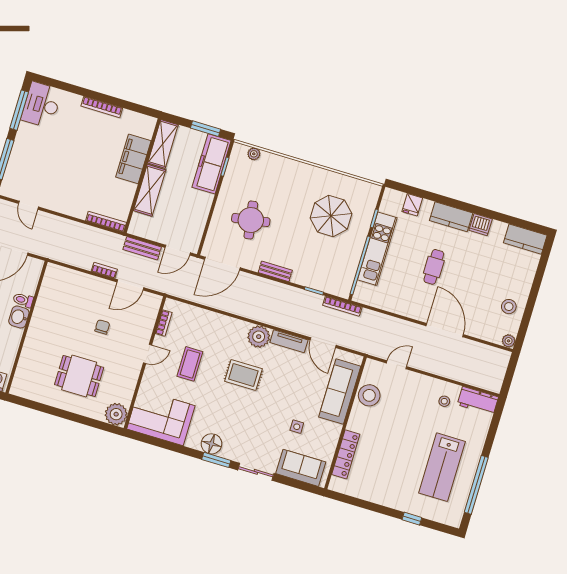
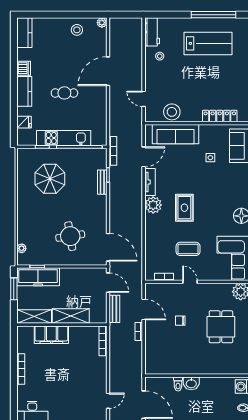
bench: (275, 271) -> (102, 182), moved

